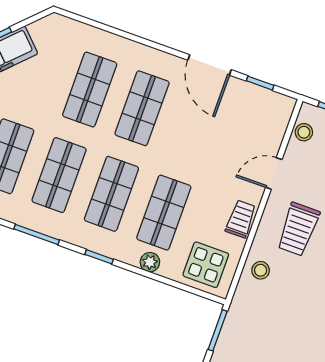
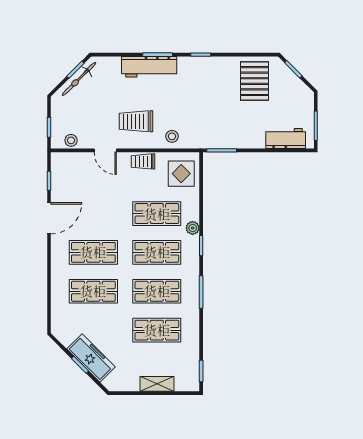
trolley: (298, 229) -> (136, 121), turned 180
plant: (150, 262) -> (193, 228), moved

